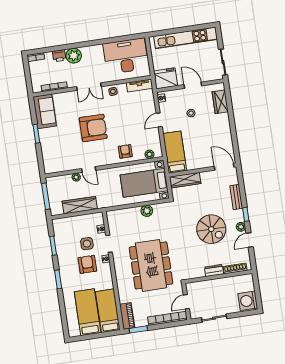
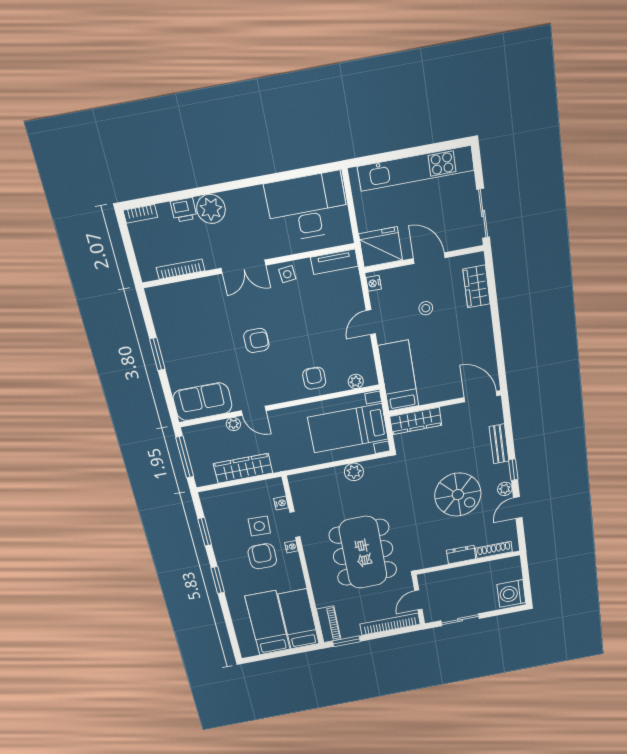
sofa: (45, 111) -> (203, 402), moved, turned -90
armchair: (93, 128) -> (256, 340), width x0.53, depth x0.53

